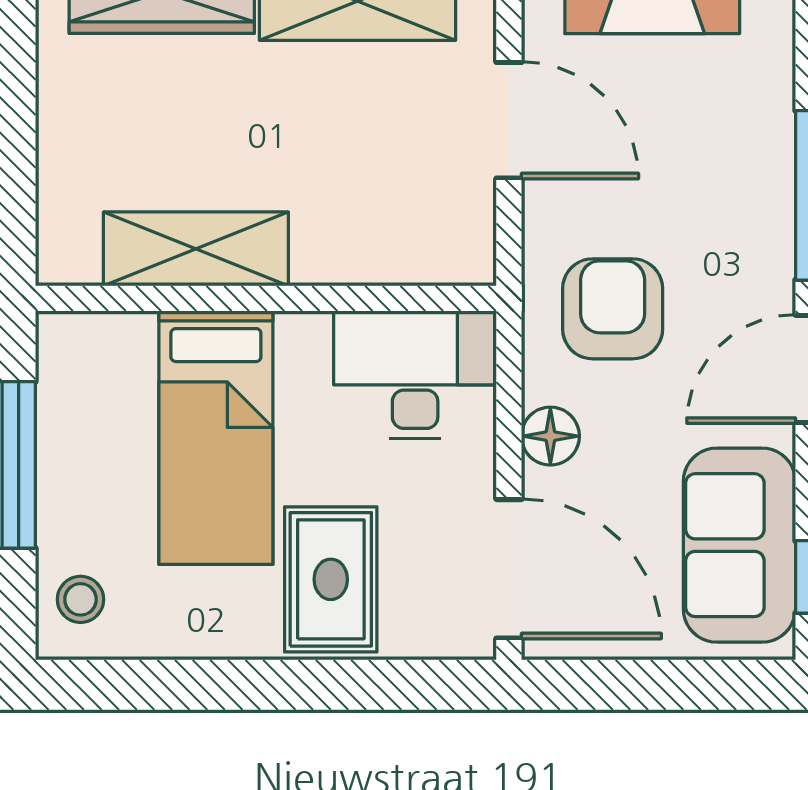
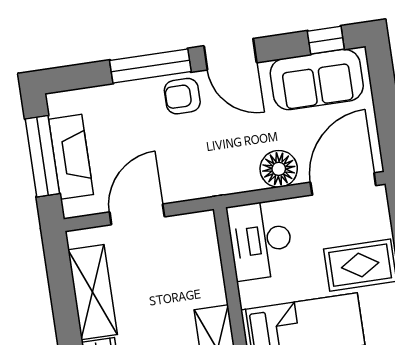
armchair: (613, 309) -> (182, 96), moved, width x0.72, depth x0.72
floor lamp: (550, 436) -> (279, 169), width x1.38, depth x1.38

